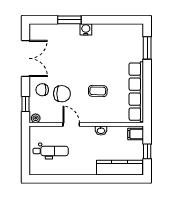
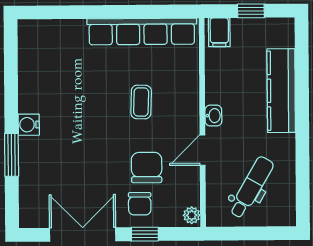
window: (147, 48) -> (62, 12), removed
window: (26, 104) -> (145, 234), moved
washbasin: (101, 130) -> (213, 116), moved
dental chair: (51, 151) -> (251, 187), turned 30
kitchen counter: (120, 168) -> (281, 91), moved

